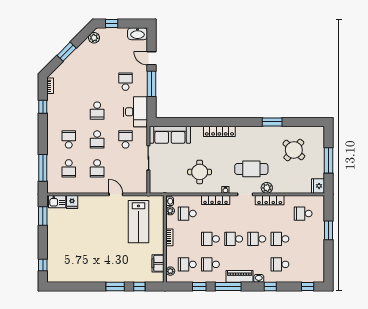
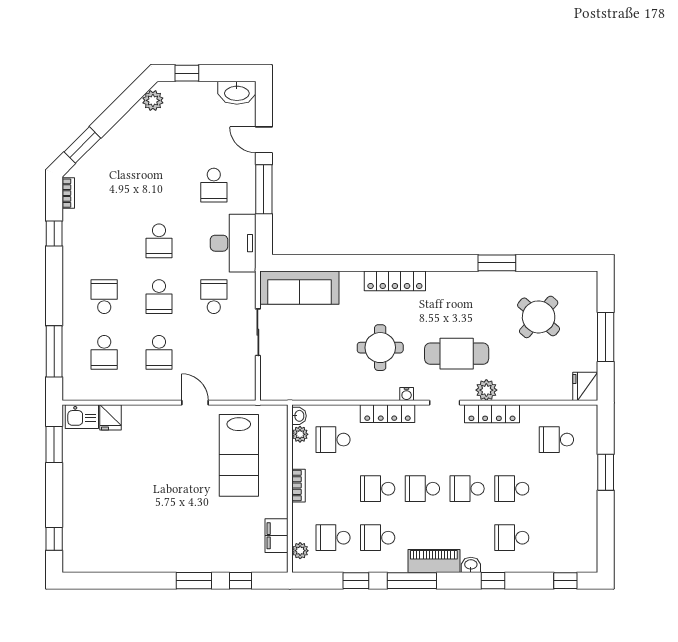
window: (67, 52) -> (82, 145), moved
school desk: (126, 82) -> (214, 185), turned 180
round table: (200, 172) -> (380, 348), moved

